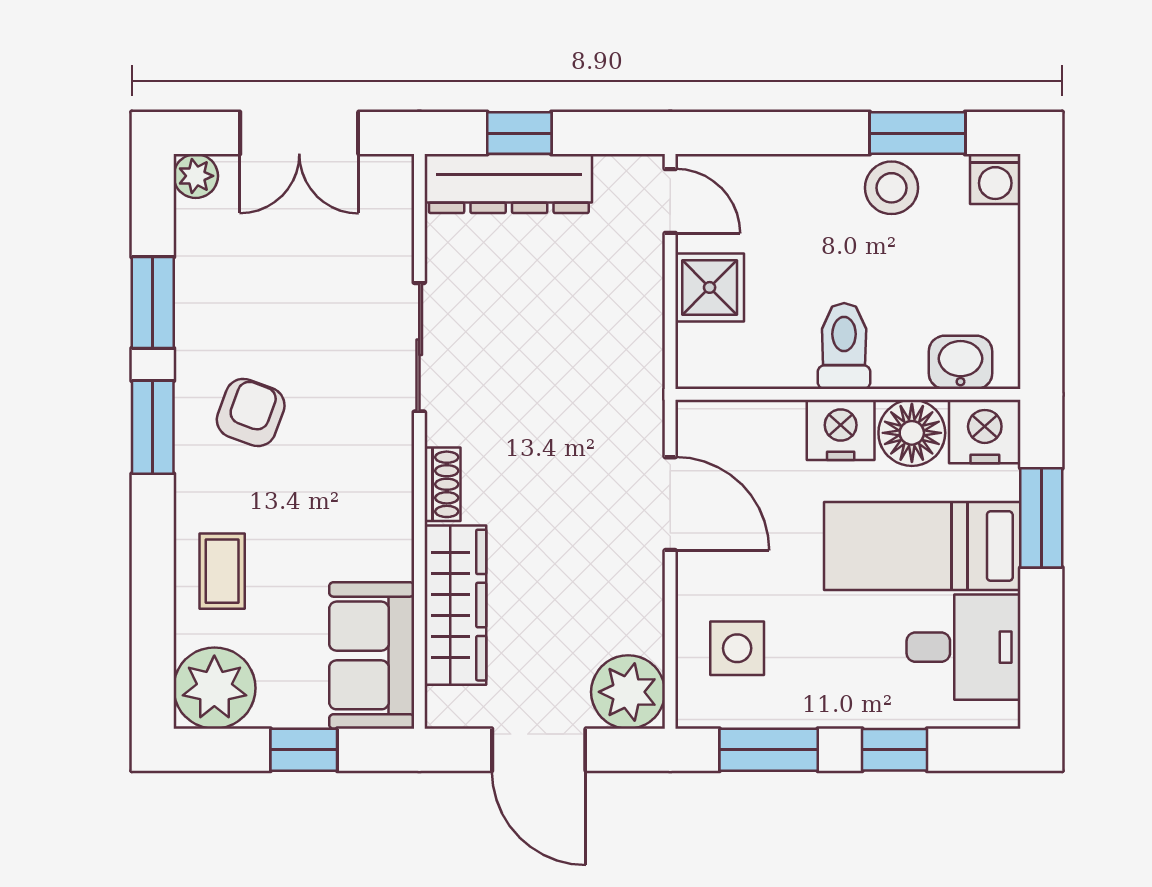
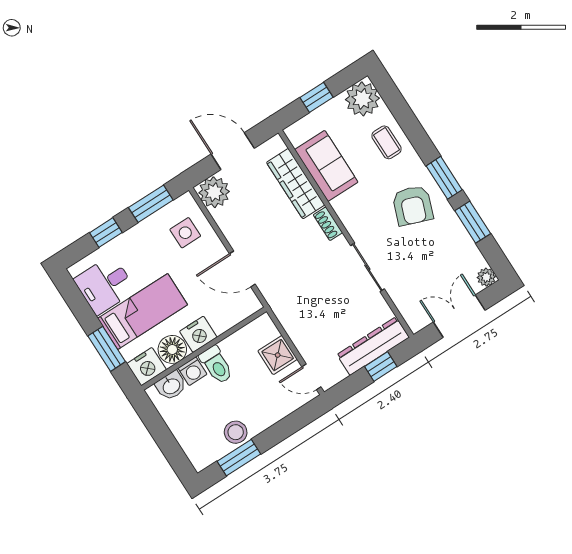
washing machine: (995, 179) -> (192, 371), moved, turned 180
armchair: (251, 412) -> (413, 205), width x1.38, depth x1.38
sofa: (372, 655) -> (326, 166), moved

